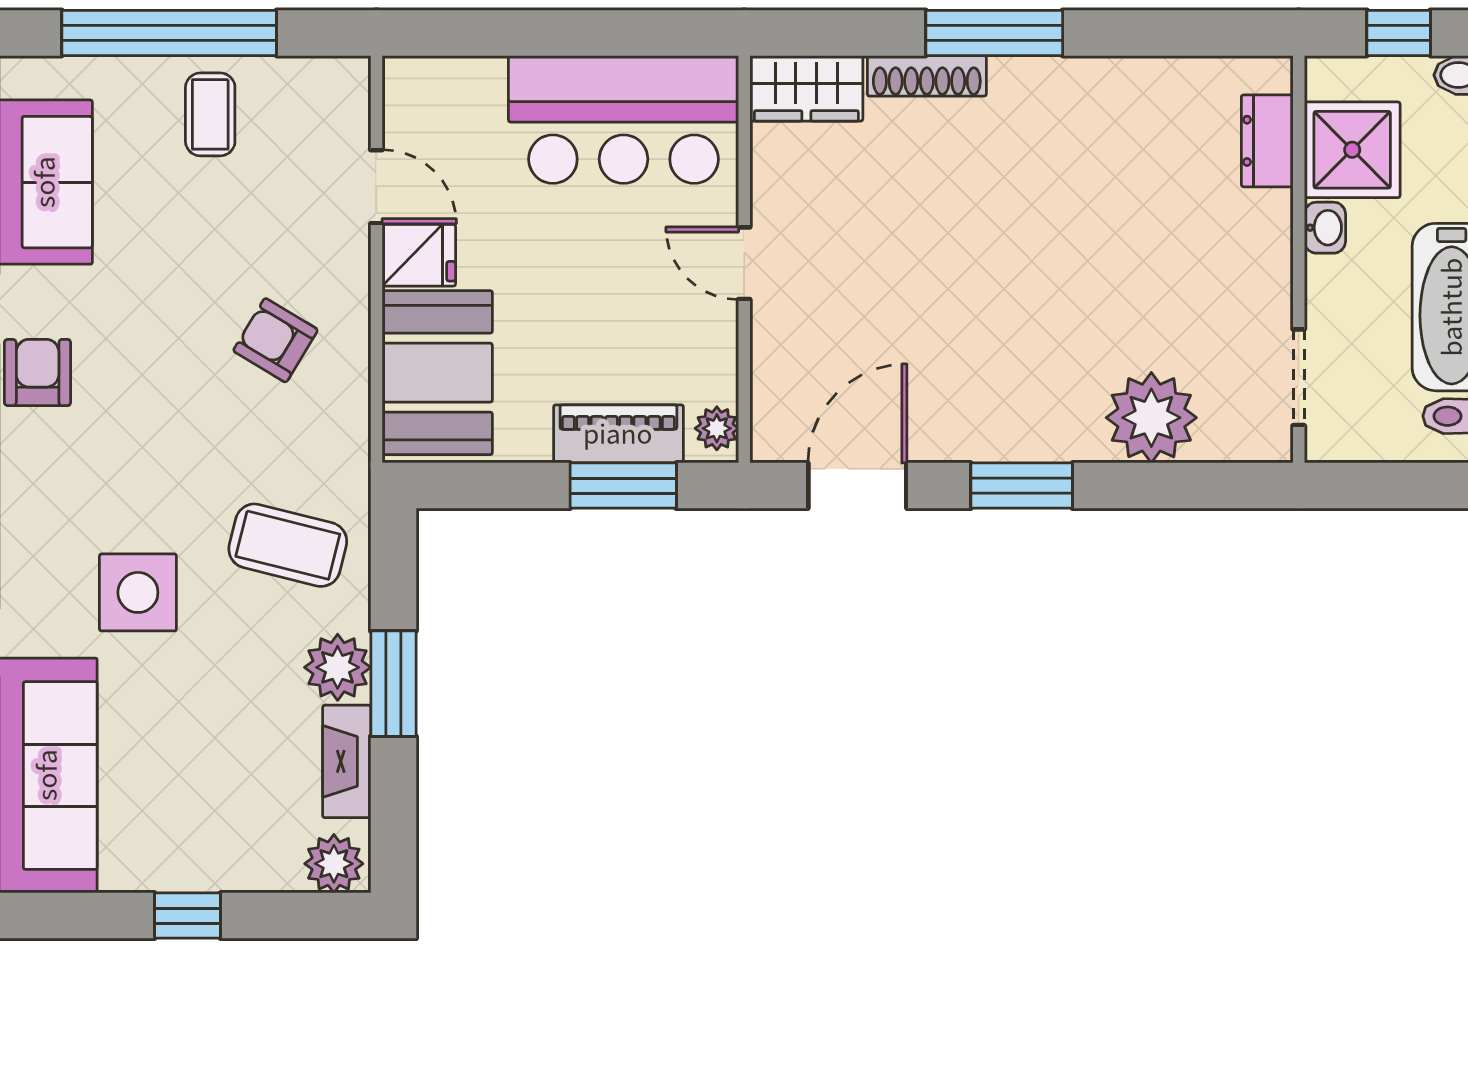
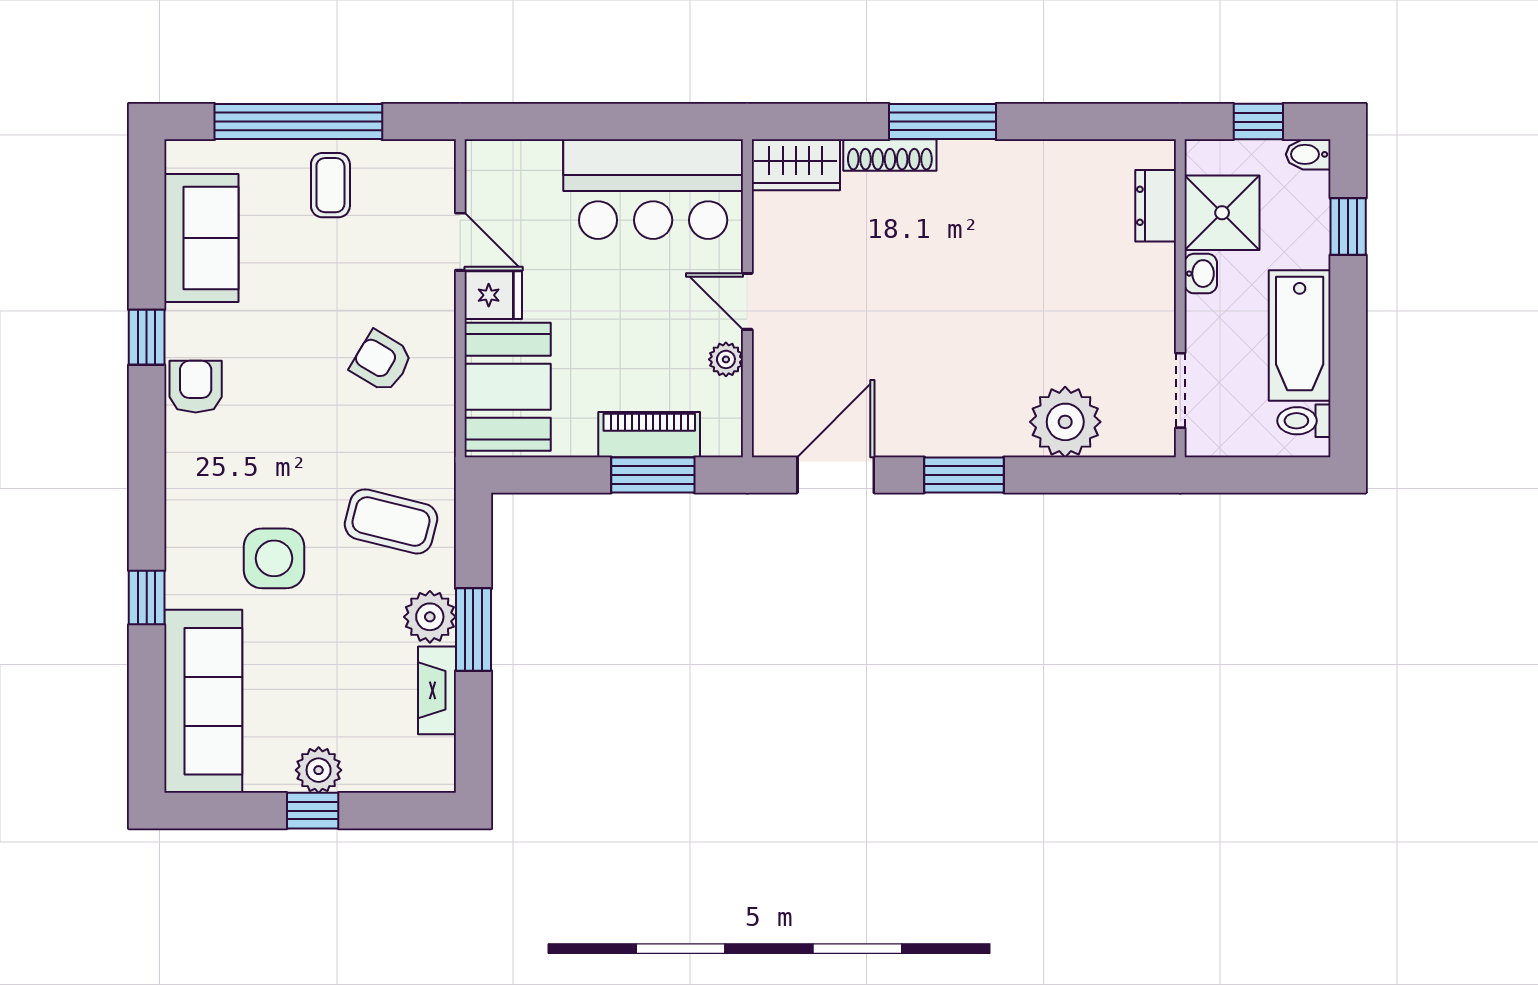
plant: (717, 428) -> (726, 359), moved
plant: (334, 864) -> (319, 770), moved

